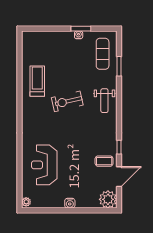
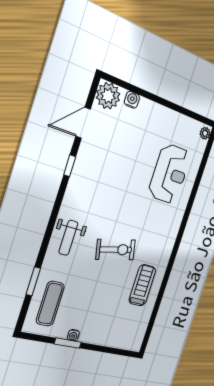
treadmill: (37, 81) -> (142, 285), turned 180
weight bench: (104, 101) -> (68, 238), turned 180
coffee table: (104, 161) -> (96, 153), removed
water cooler: (70, 203) -> (132, 100), moved

